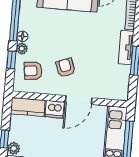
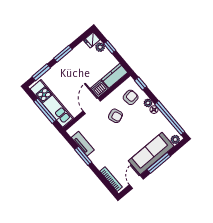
tv unit: (126, 47) -> (83, 144), moved
window: (11, 60) -> (141, 84), moved

